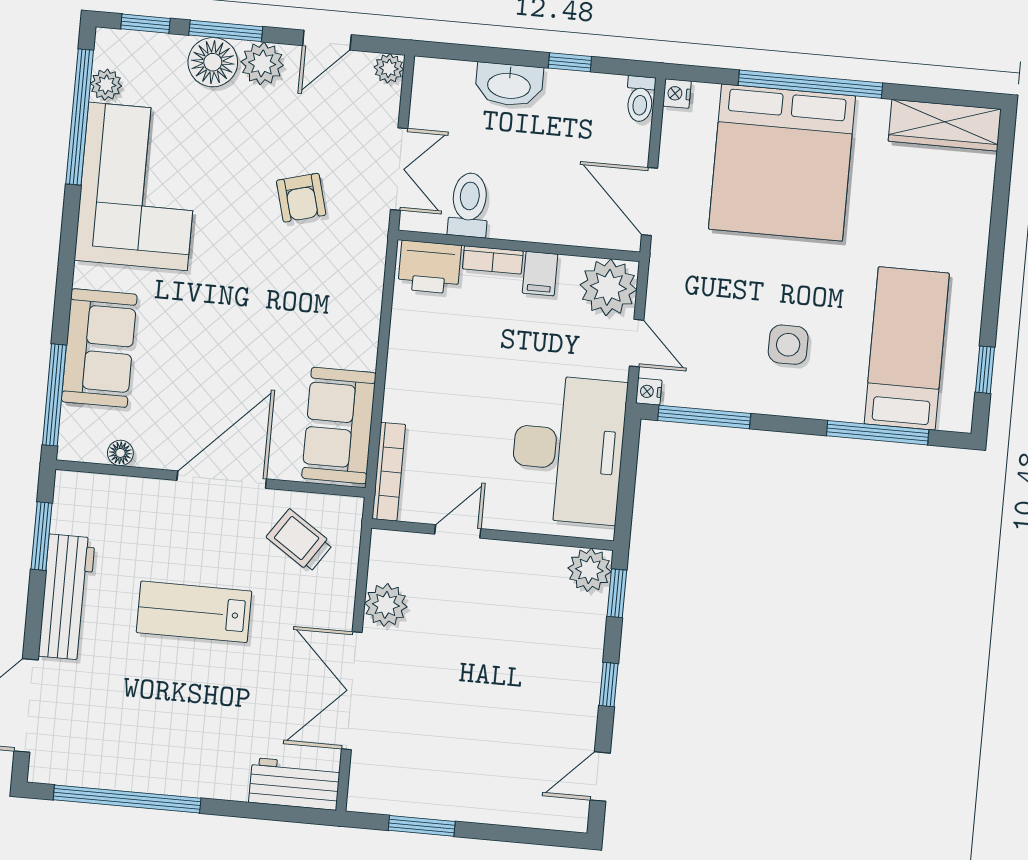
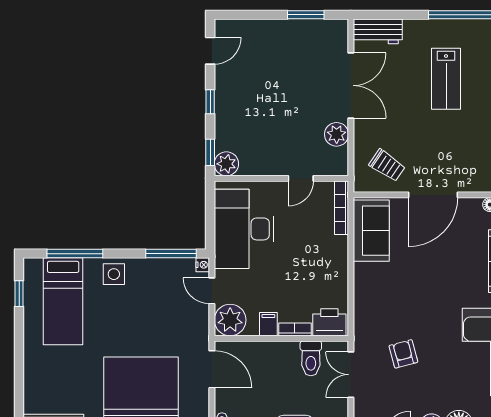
side table: (788, 345) -> (114, 274), moved
lab bench: (194, 612) -> (446, 79), moved, turned 90

